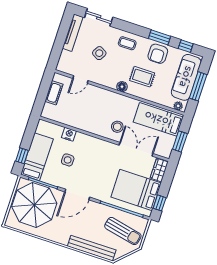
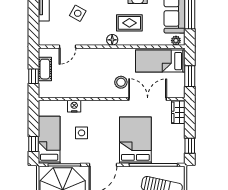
window: (42, 96) -> (34, 76), added
bed: (136, 190) -> (135, 140), moved, turned 90

